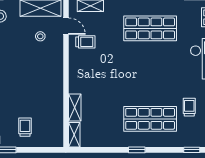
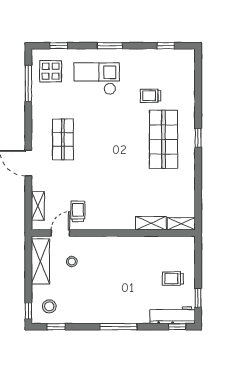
shop shelf: (150, 28) -> (63, 139), width x0.70, depth x0.74
window: (137, 150) -> (198, 138), moved
window: (192, 150) -> (198, 93), removed

